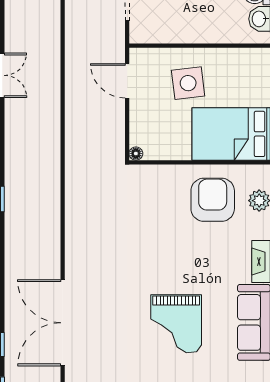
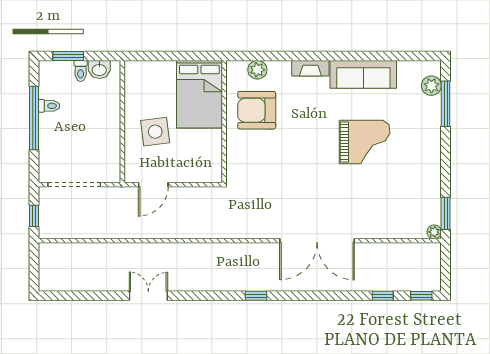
floor lamp: (136, 154) -> (216, 177), removed
double door: (63, 323) -> (317, 241), moved

